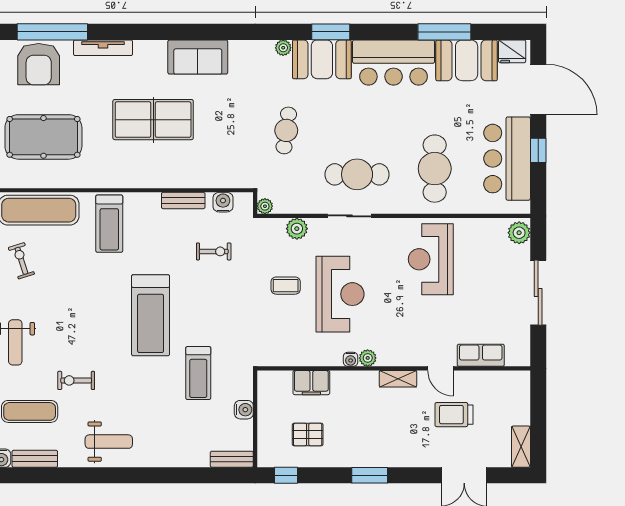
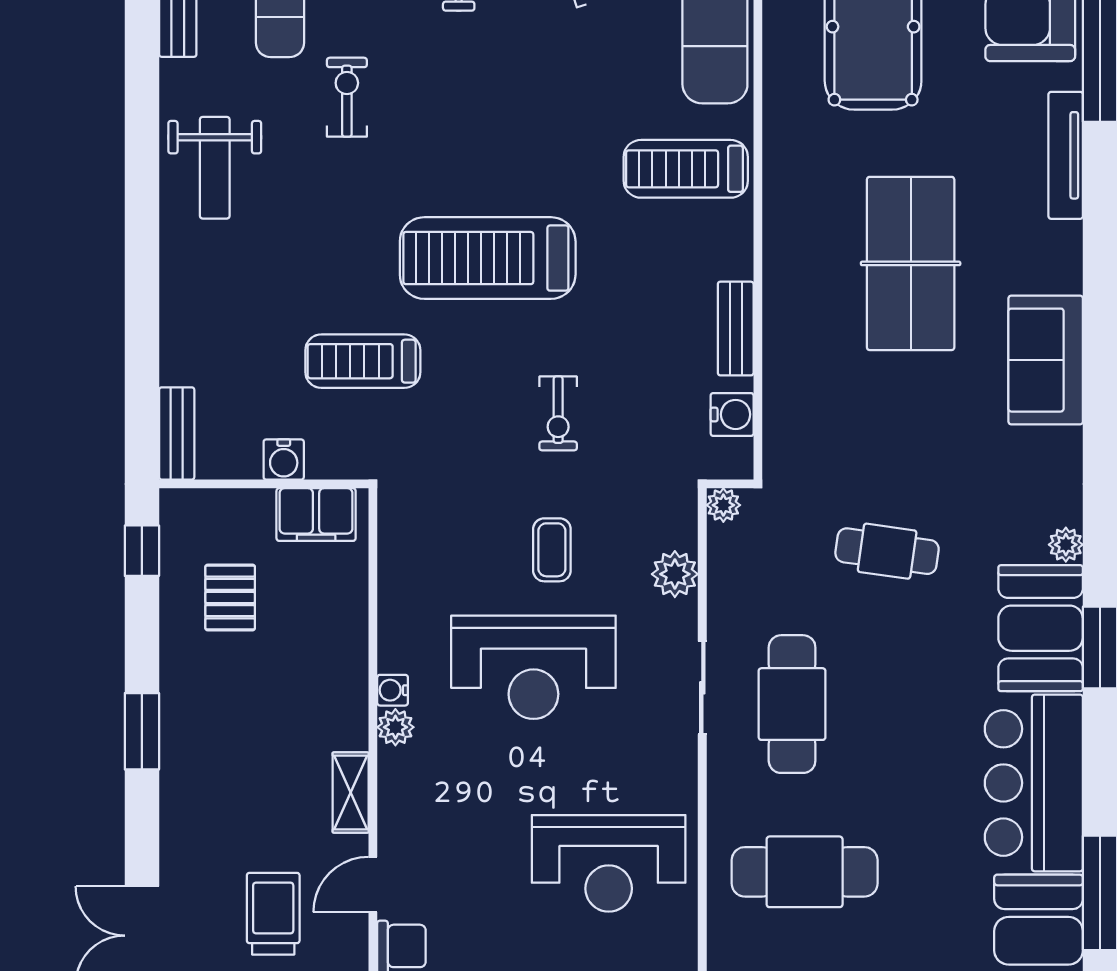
exercise bike: (214, 251) -> (558, 413), moved
reception desk: (431, 259) -> (609, 863), turned 180
filing cabinet: (311, 383) -> (316, 515), moved, turned -90

